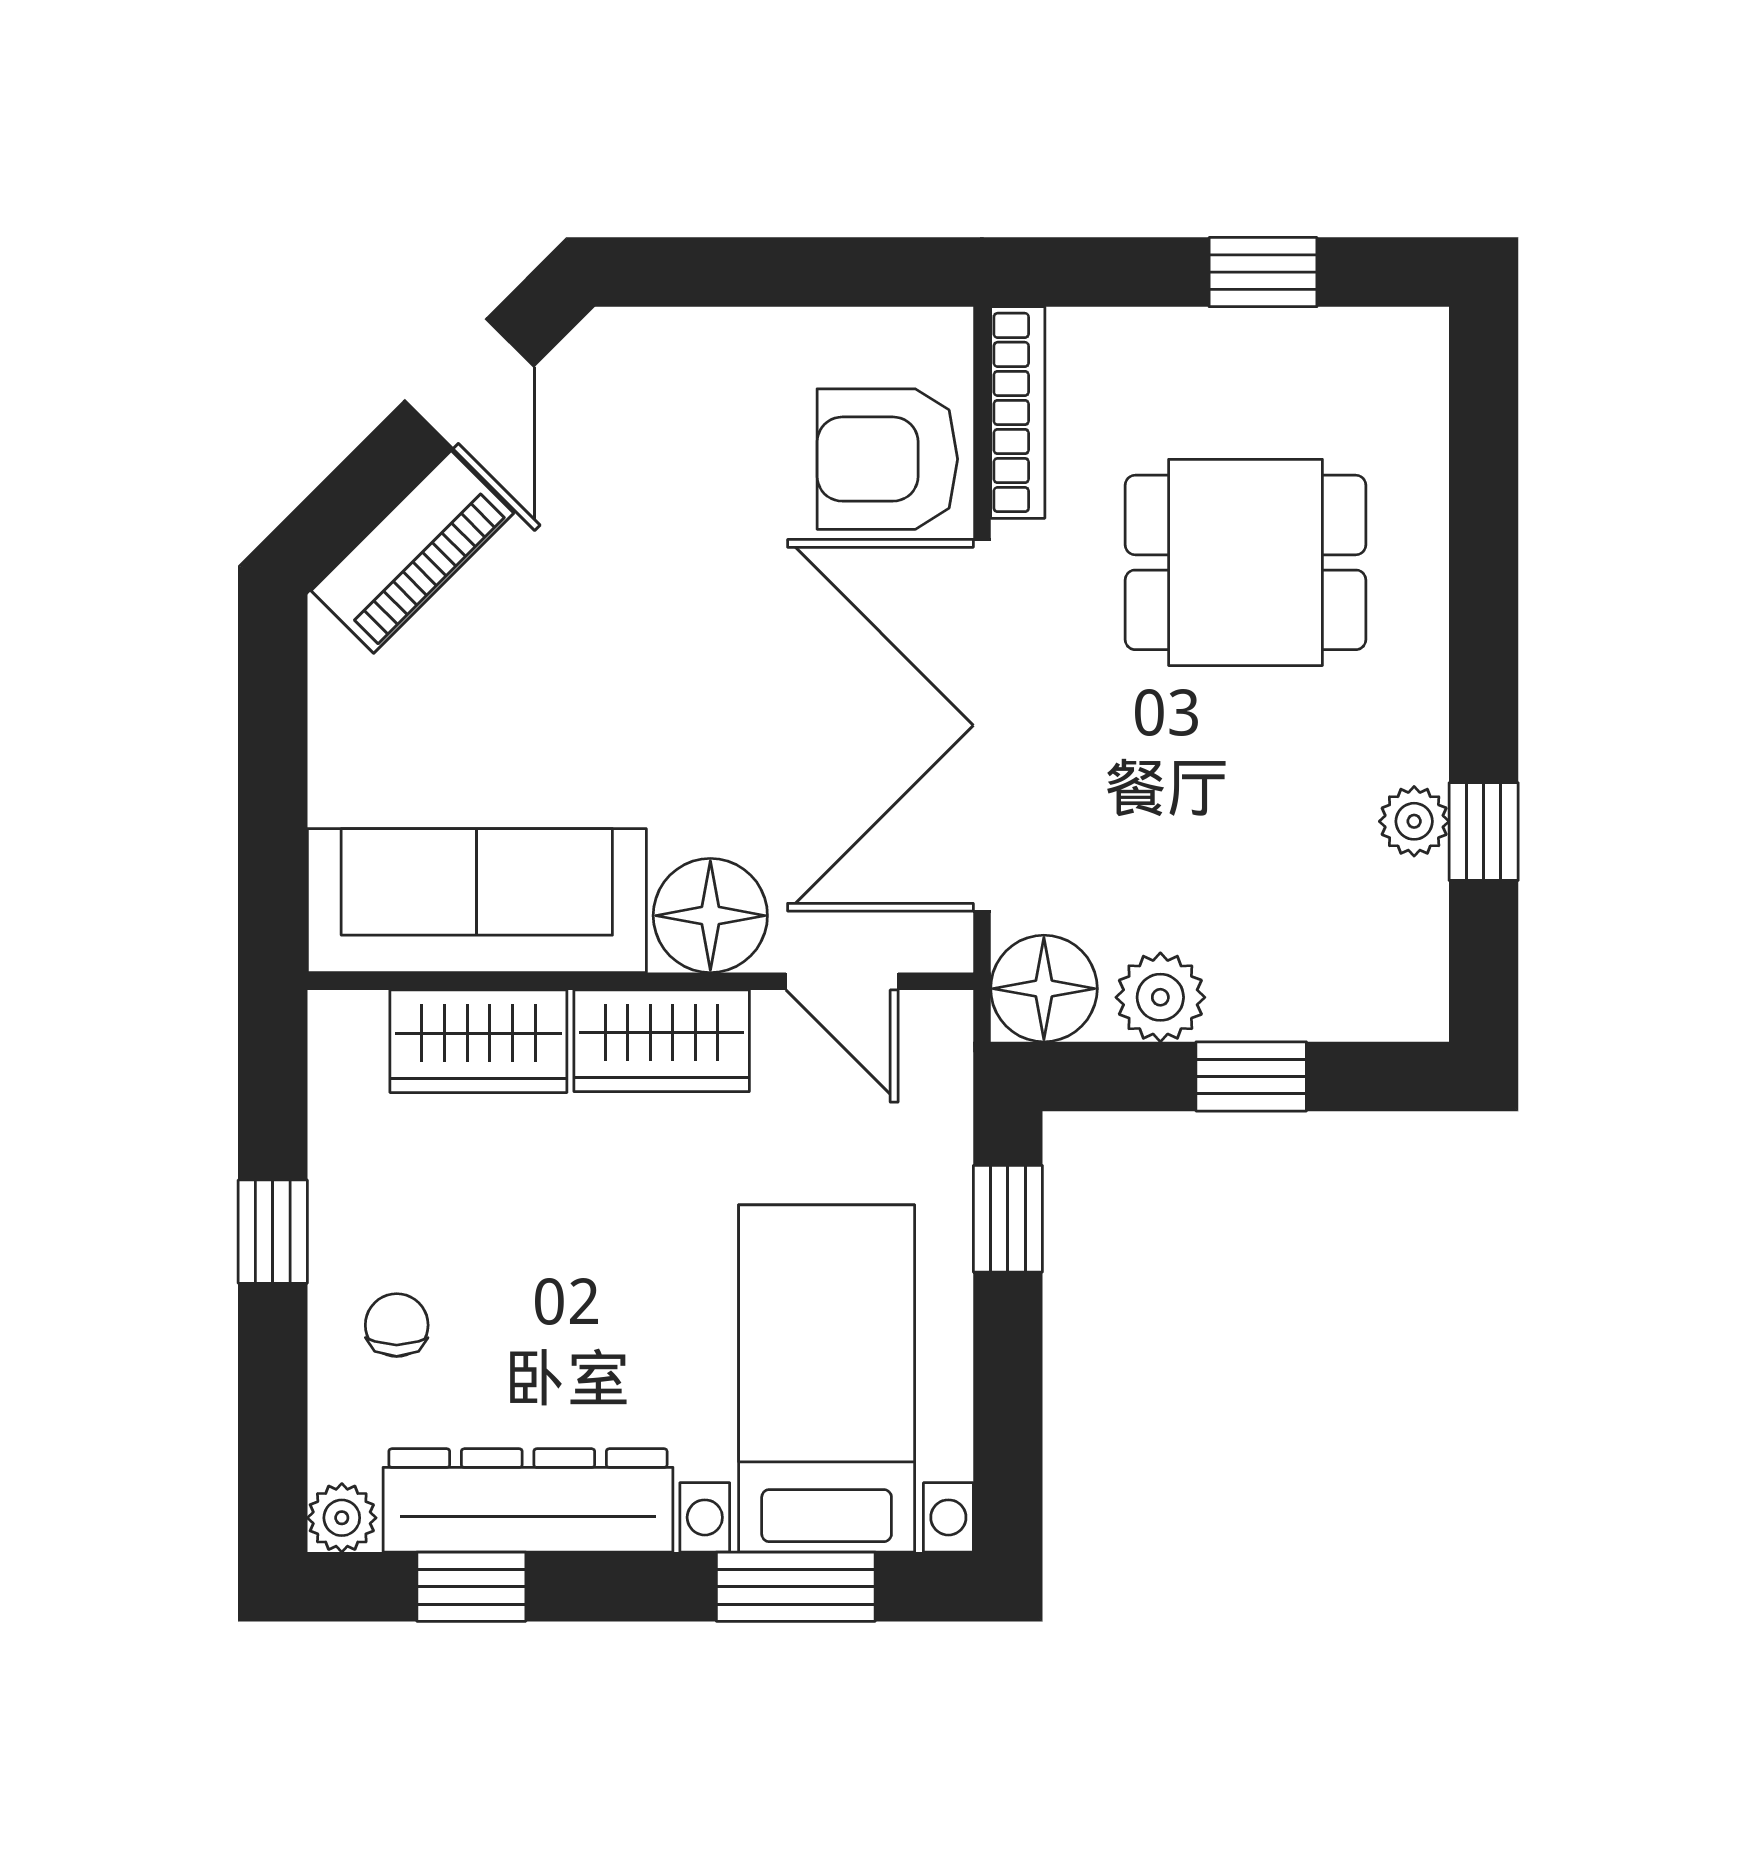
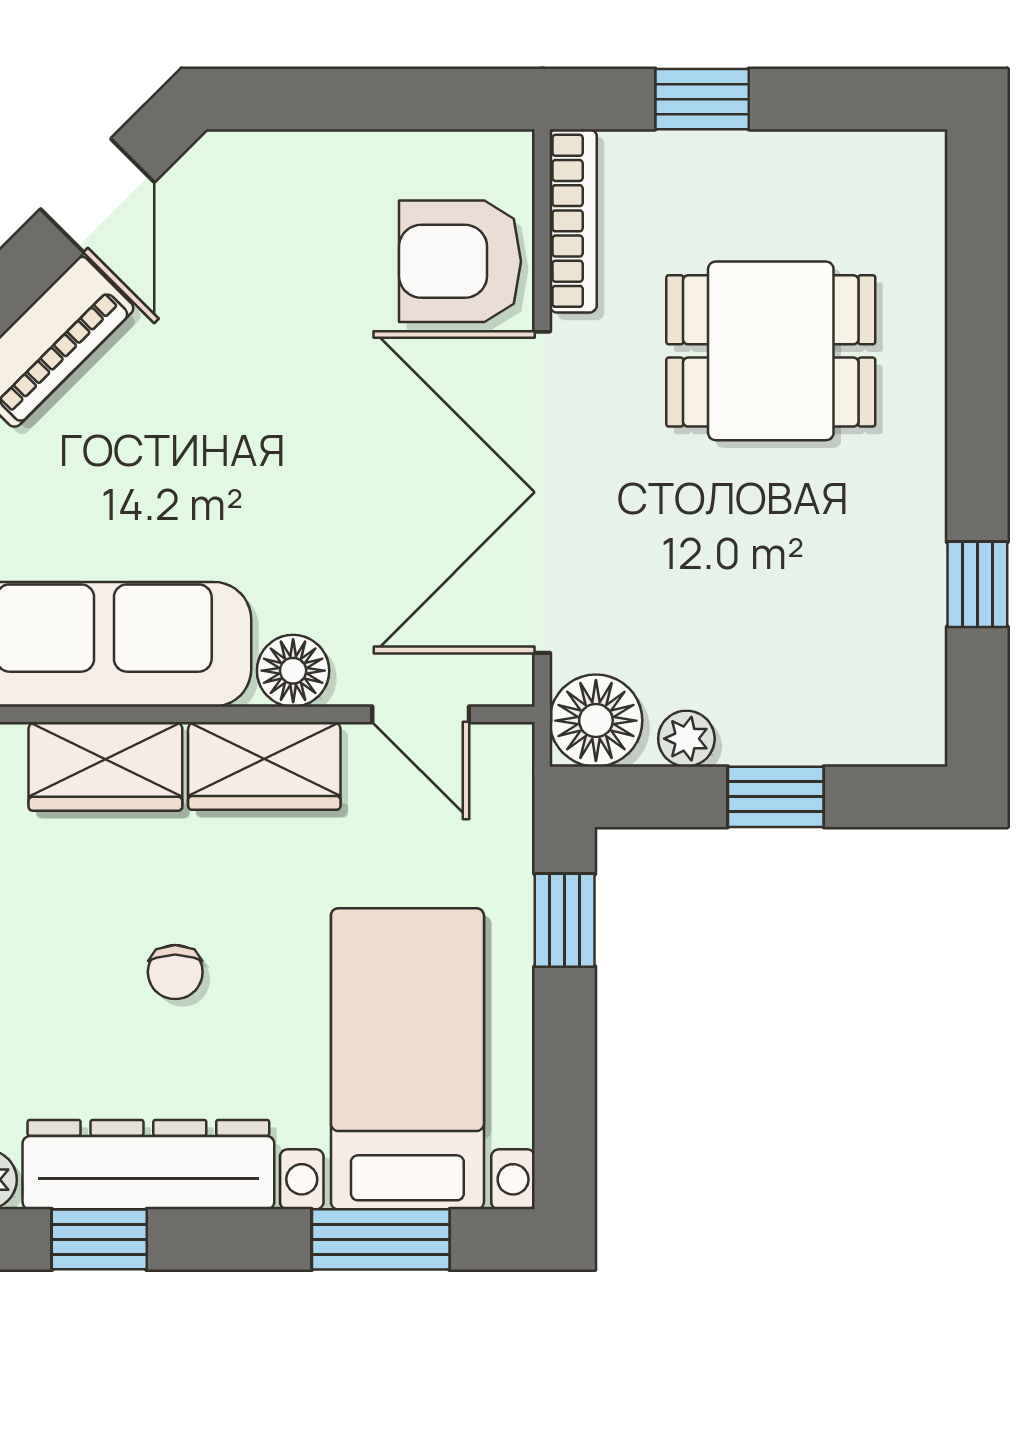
window: (1263, 272) -> (702, 99), moved
plant: (1414, 821) -> (917, 575), removed
floor lamp: (710, 916) -> (293, 671), width x0.73, depth x0.73
plant: (1160, 997) -> (686, 739), width x0.73, depth x0.73
chair: (397, 1325) -> (175, 972), moved, turned 180

